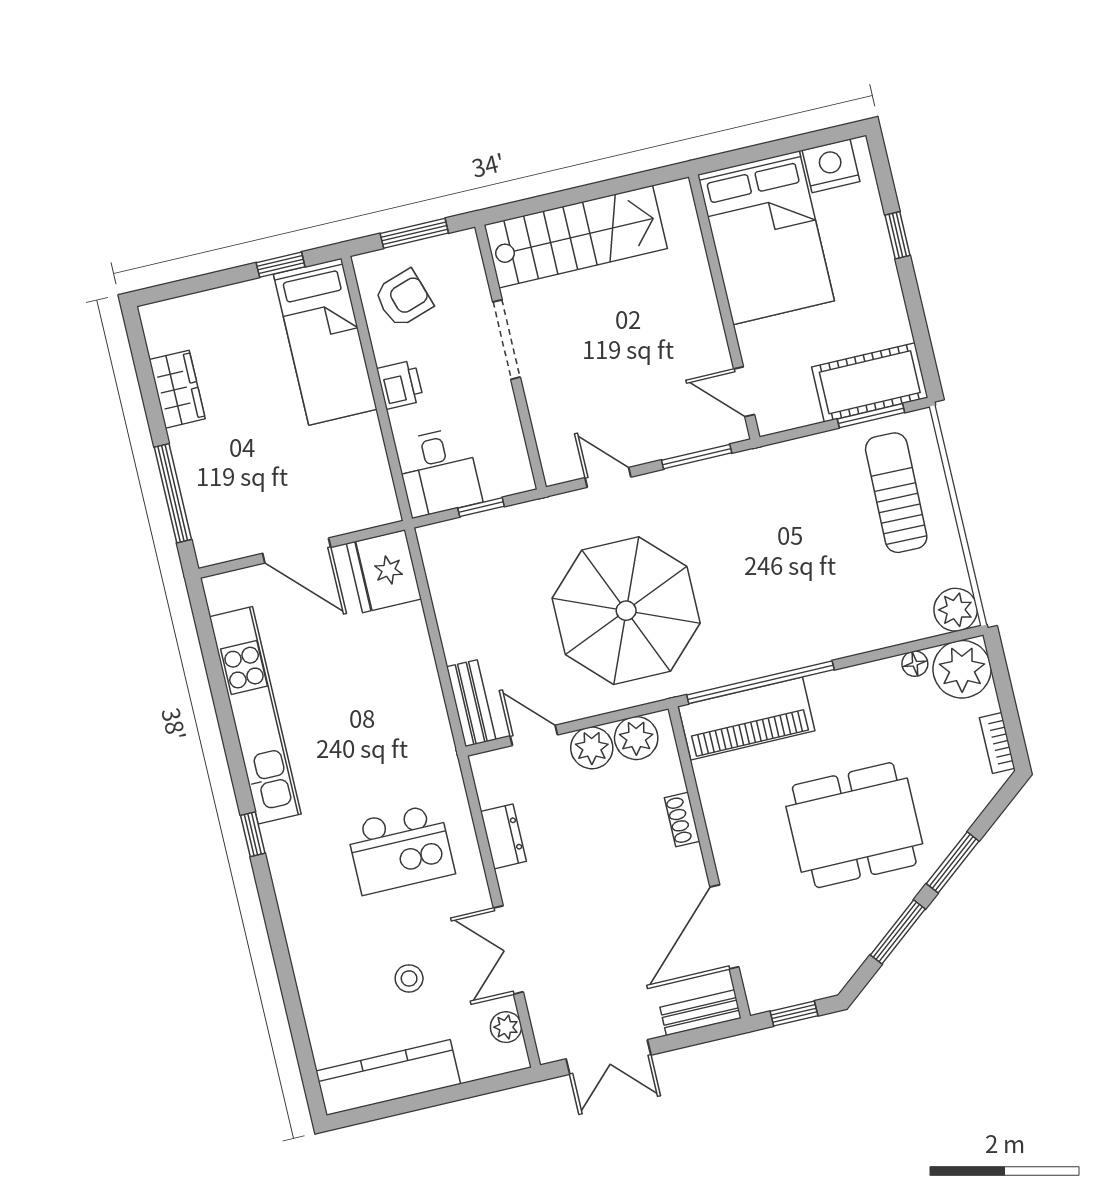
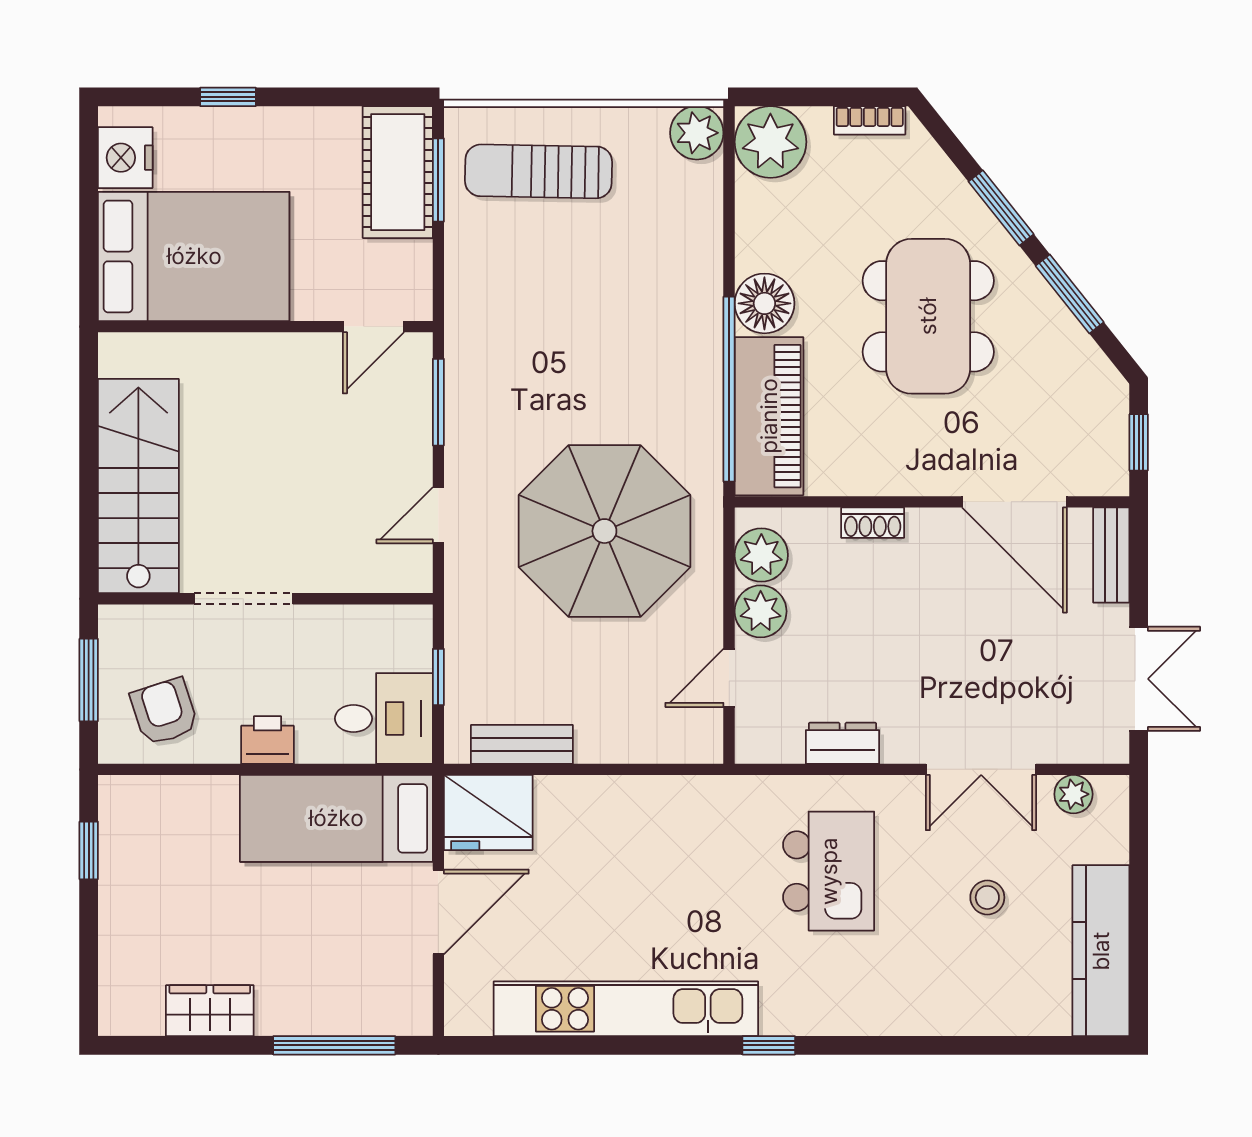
bed: (325, 342) -> (336, 818), moved, turned 180
floor lamp: (915, 664) -> (764, 303), moved, width x1.89, depth x1.89
bench: (471, 703) -> (522, 744), moved

